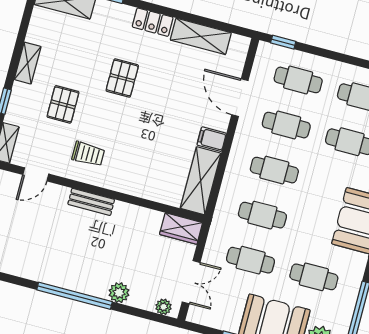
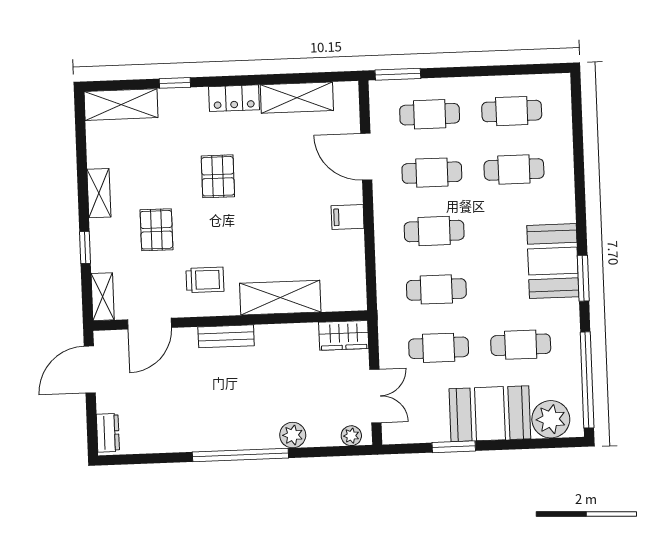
window: (283, 42) -> (398, 74), width x1.50
door: (36, 174) -> (150, 324), width x1.38
shelving: (201, 181) -> (280, 298), moved, turned 90

